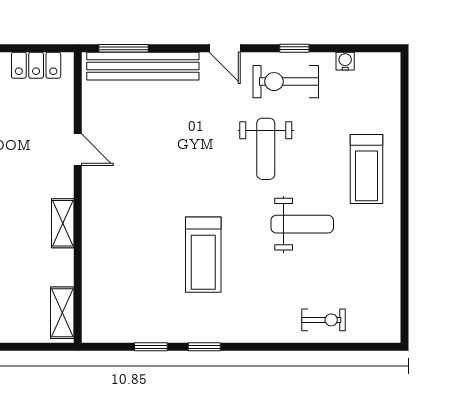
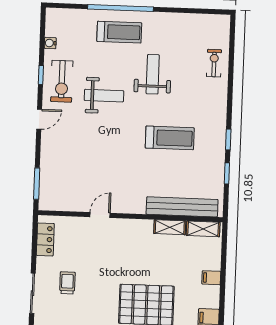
bench: (143, 66) -> (182, 207), moved, turned 90
window: (405, 169) -> (121, 8), added
shelving: (63, 223) -> (170, 227), moved

